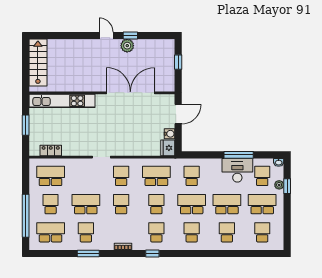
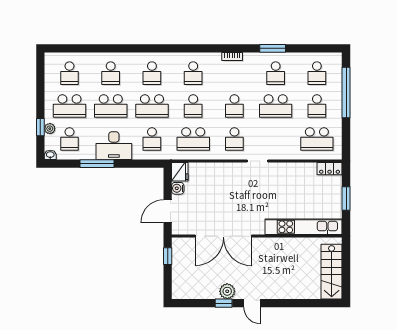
window: (178, 62) -> (168, 256), moved
locker: (51, 151) -> (330, 169), moved
desk: (237, 170) -> (114, 146), moved
school desk: (51, 232) -> (317, 73), width x0.54
window: (152, 253) -> (198, 48), removed

